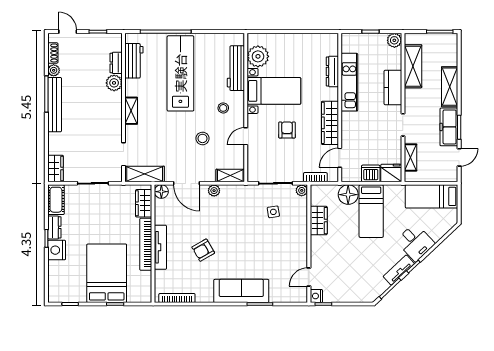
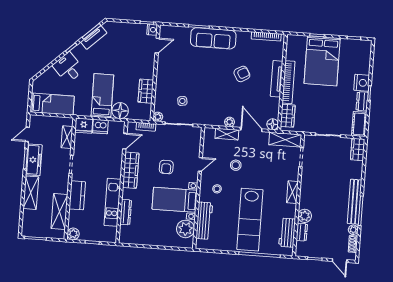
shelving: (230, 176) -> (227, 134), moved
tv unit: (399, 270) -> (94, 37), moved

